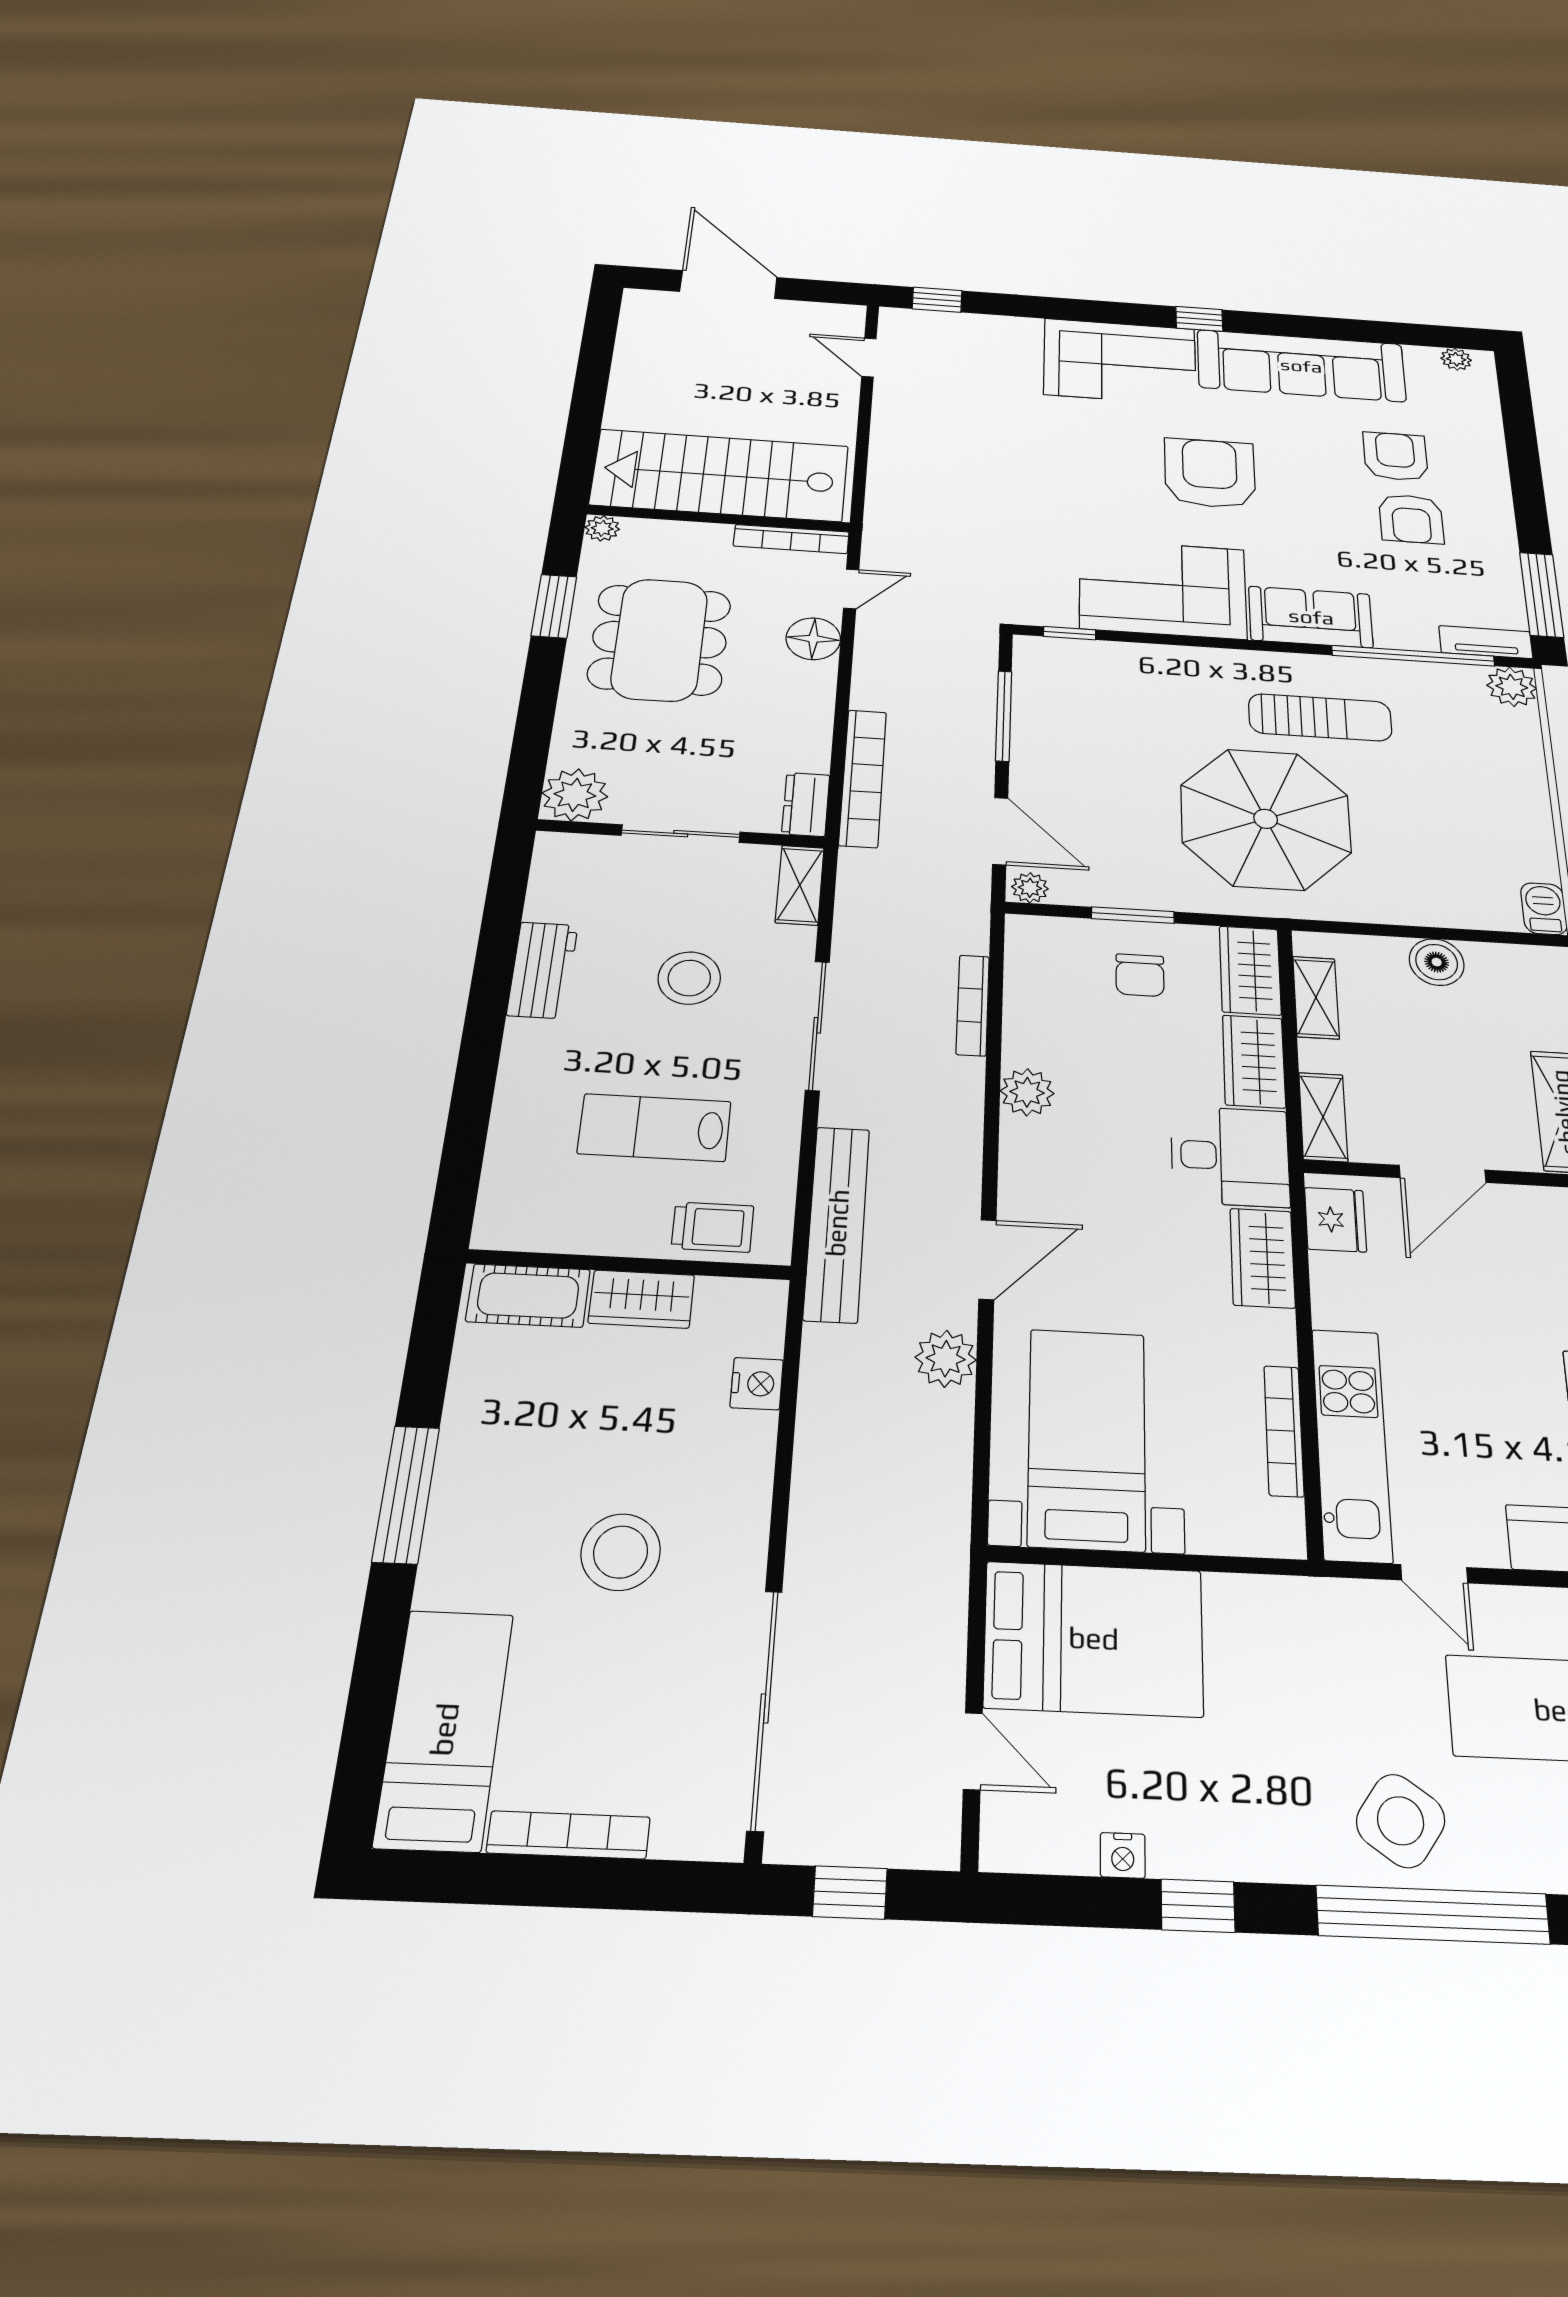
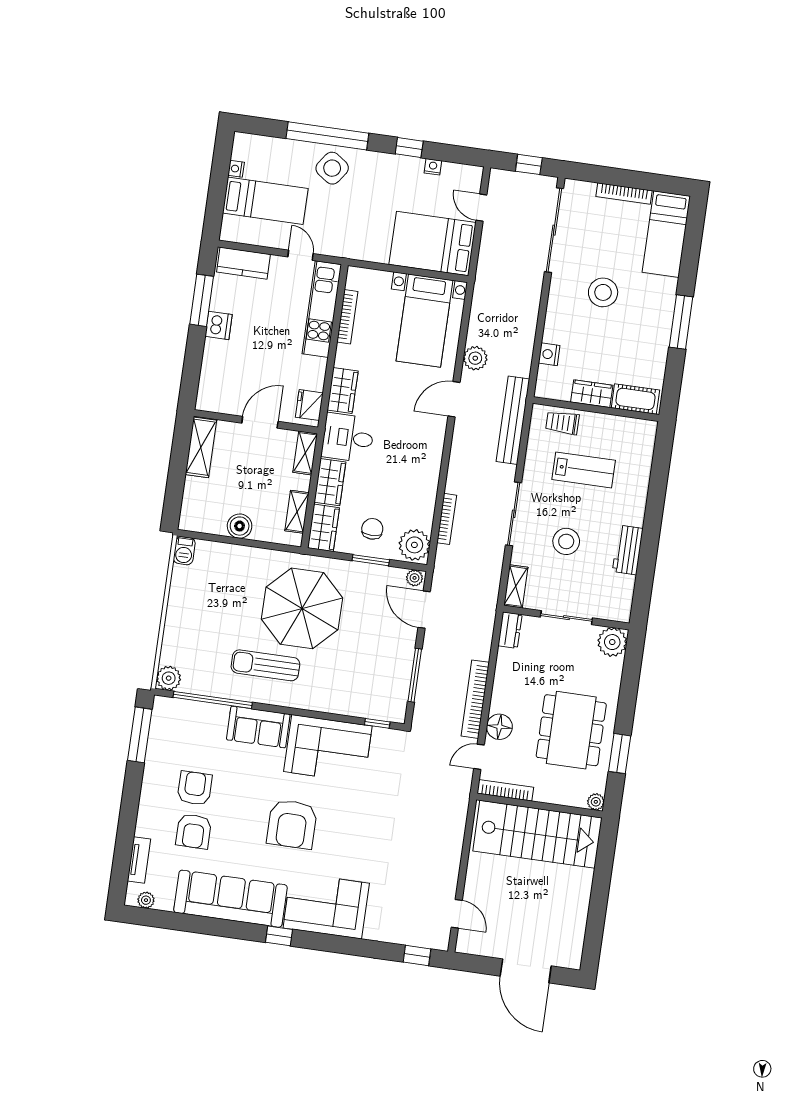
tv unit: (1486, 642) -> (139, 860), moved, turned -90
bookcase: (863, 778) -> (475, 699), moved
plant: (1027, 1092) -> (414, 545), moved, width x1.36, depth x1.36

